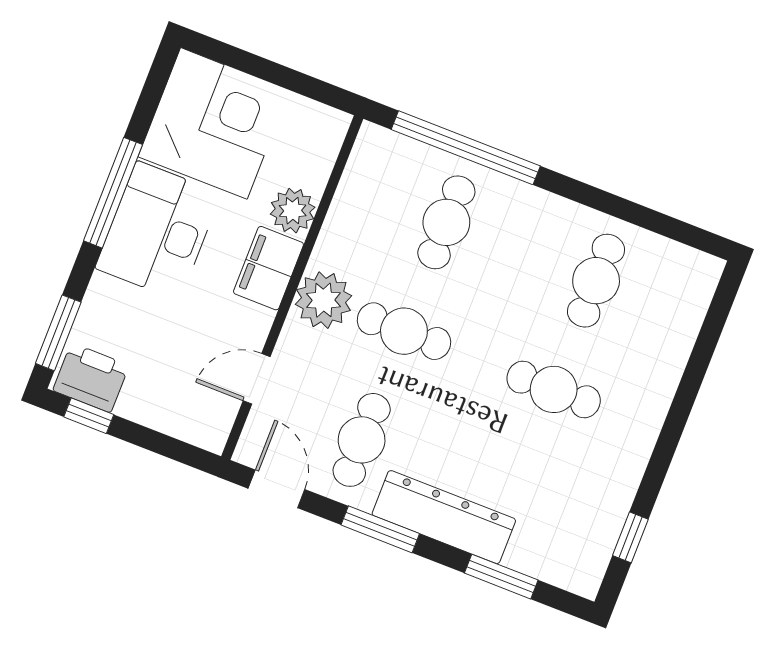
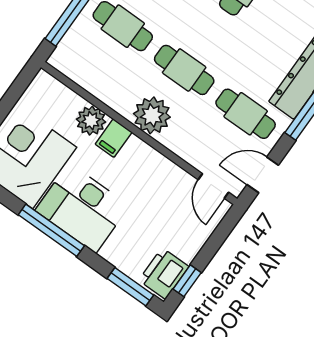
filing cabinet: (268, 268) -> (114, 138), width x0.50
cafe table: (404, 331) -> (184, 70), turned 90
door: (257, 379) -> (213, 186), moved

